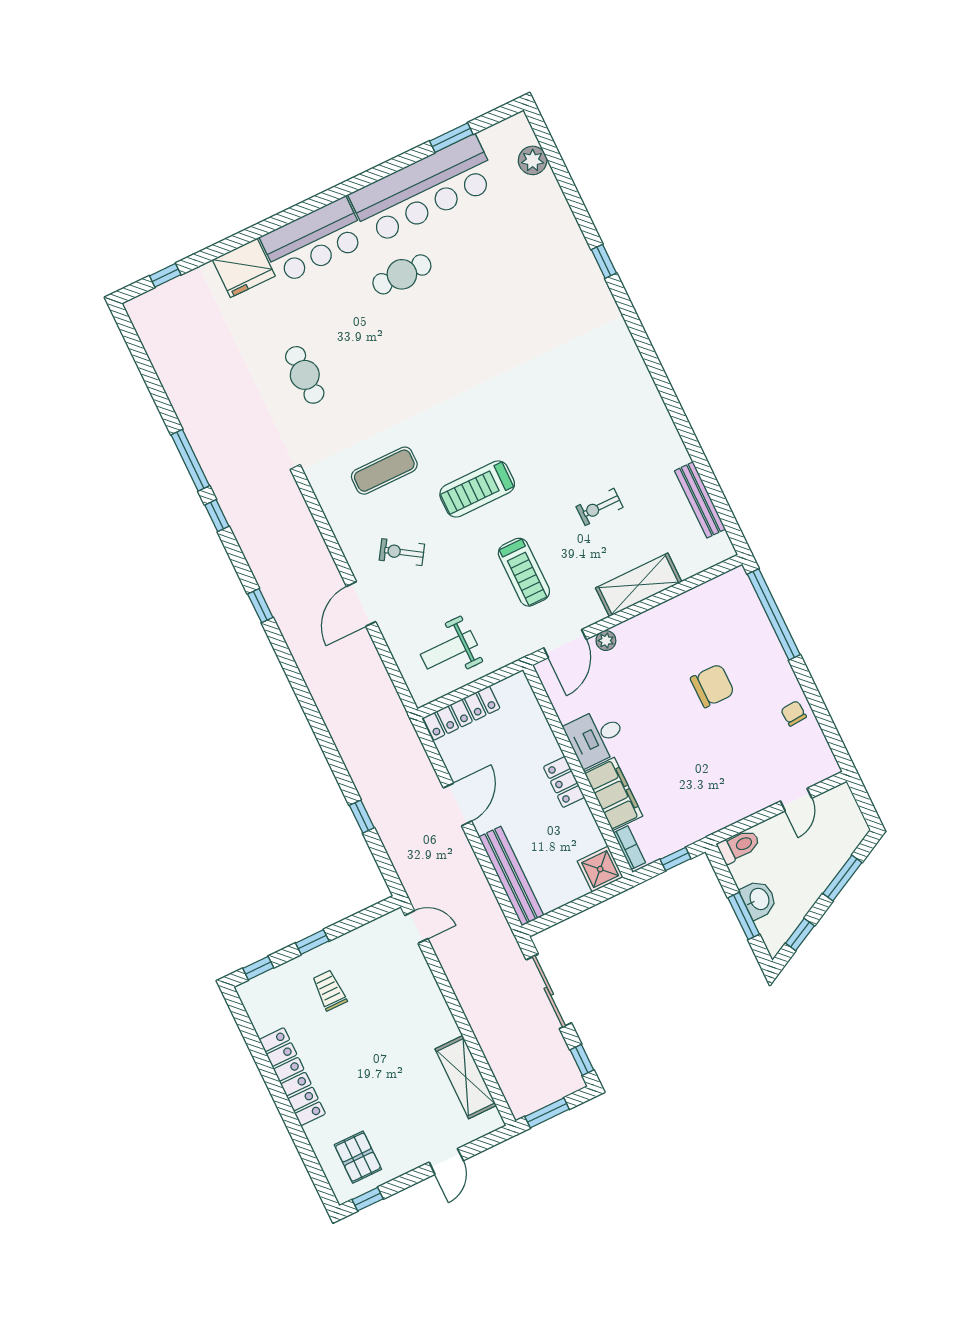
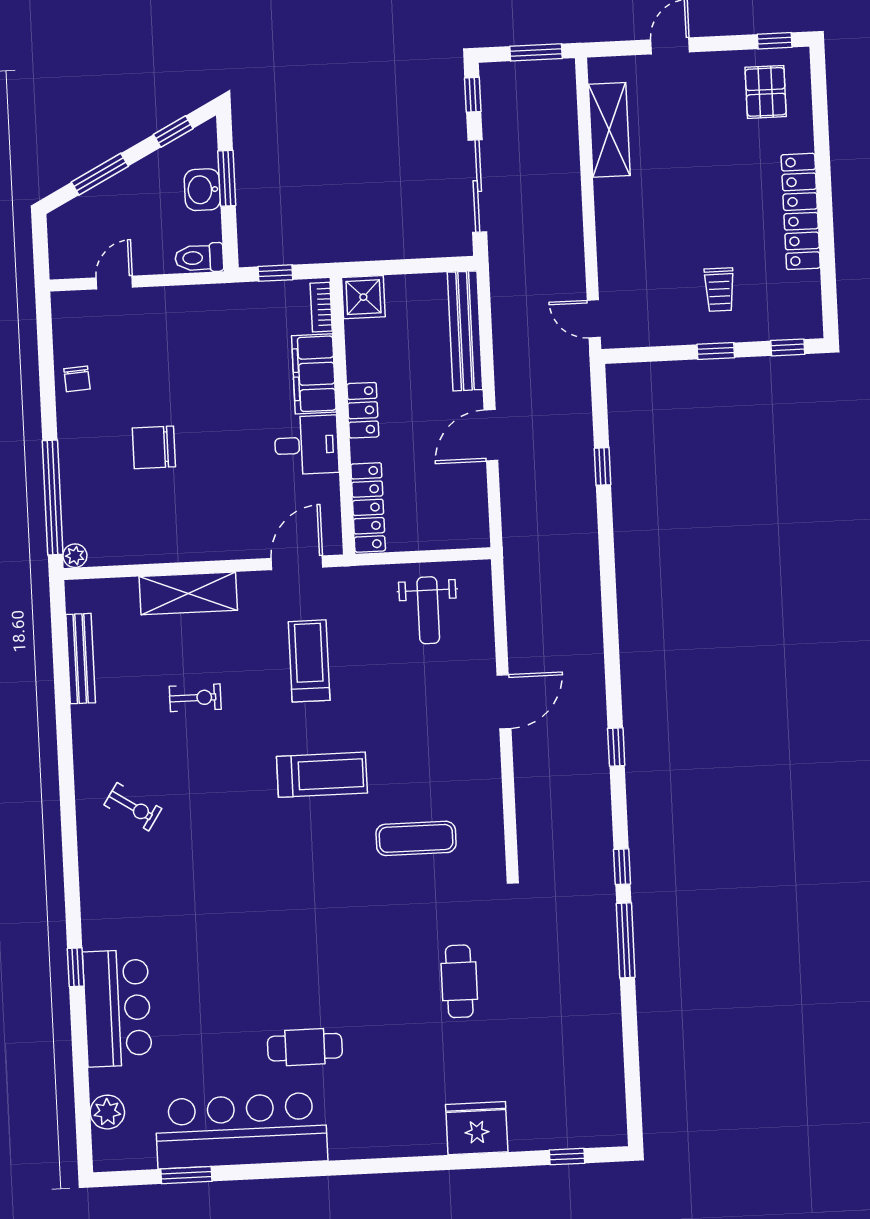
bar counter: (314, 240) -> (117, 1008), moved, turned 90
exercise bike: (402, 552) -> (133, 807), moved
plant: (606, 641) -> (75, 556), moved
weight bench: (449, 650) -> (428, 610), turned 90
locker: (461, 713) -> (368, 507), moved, turned 90

